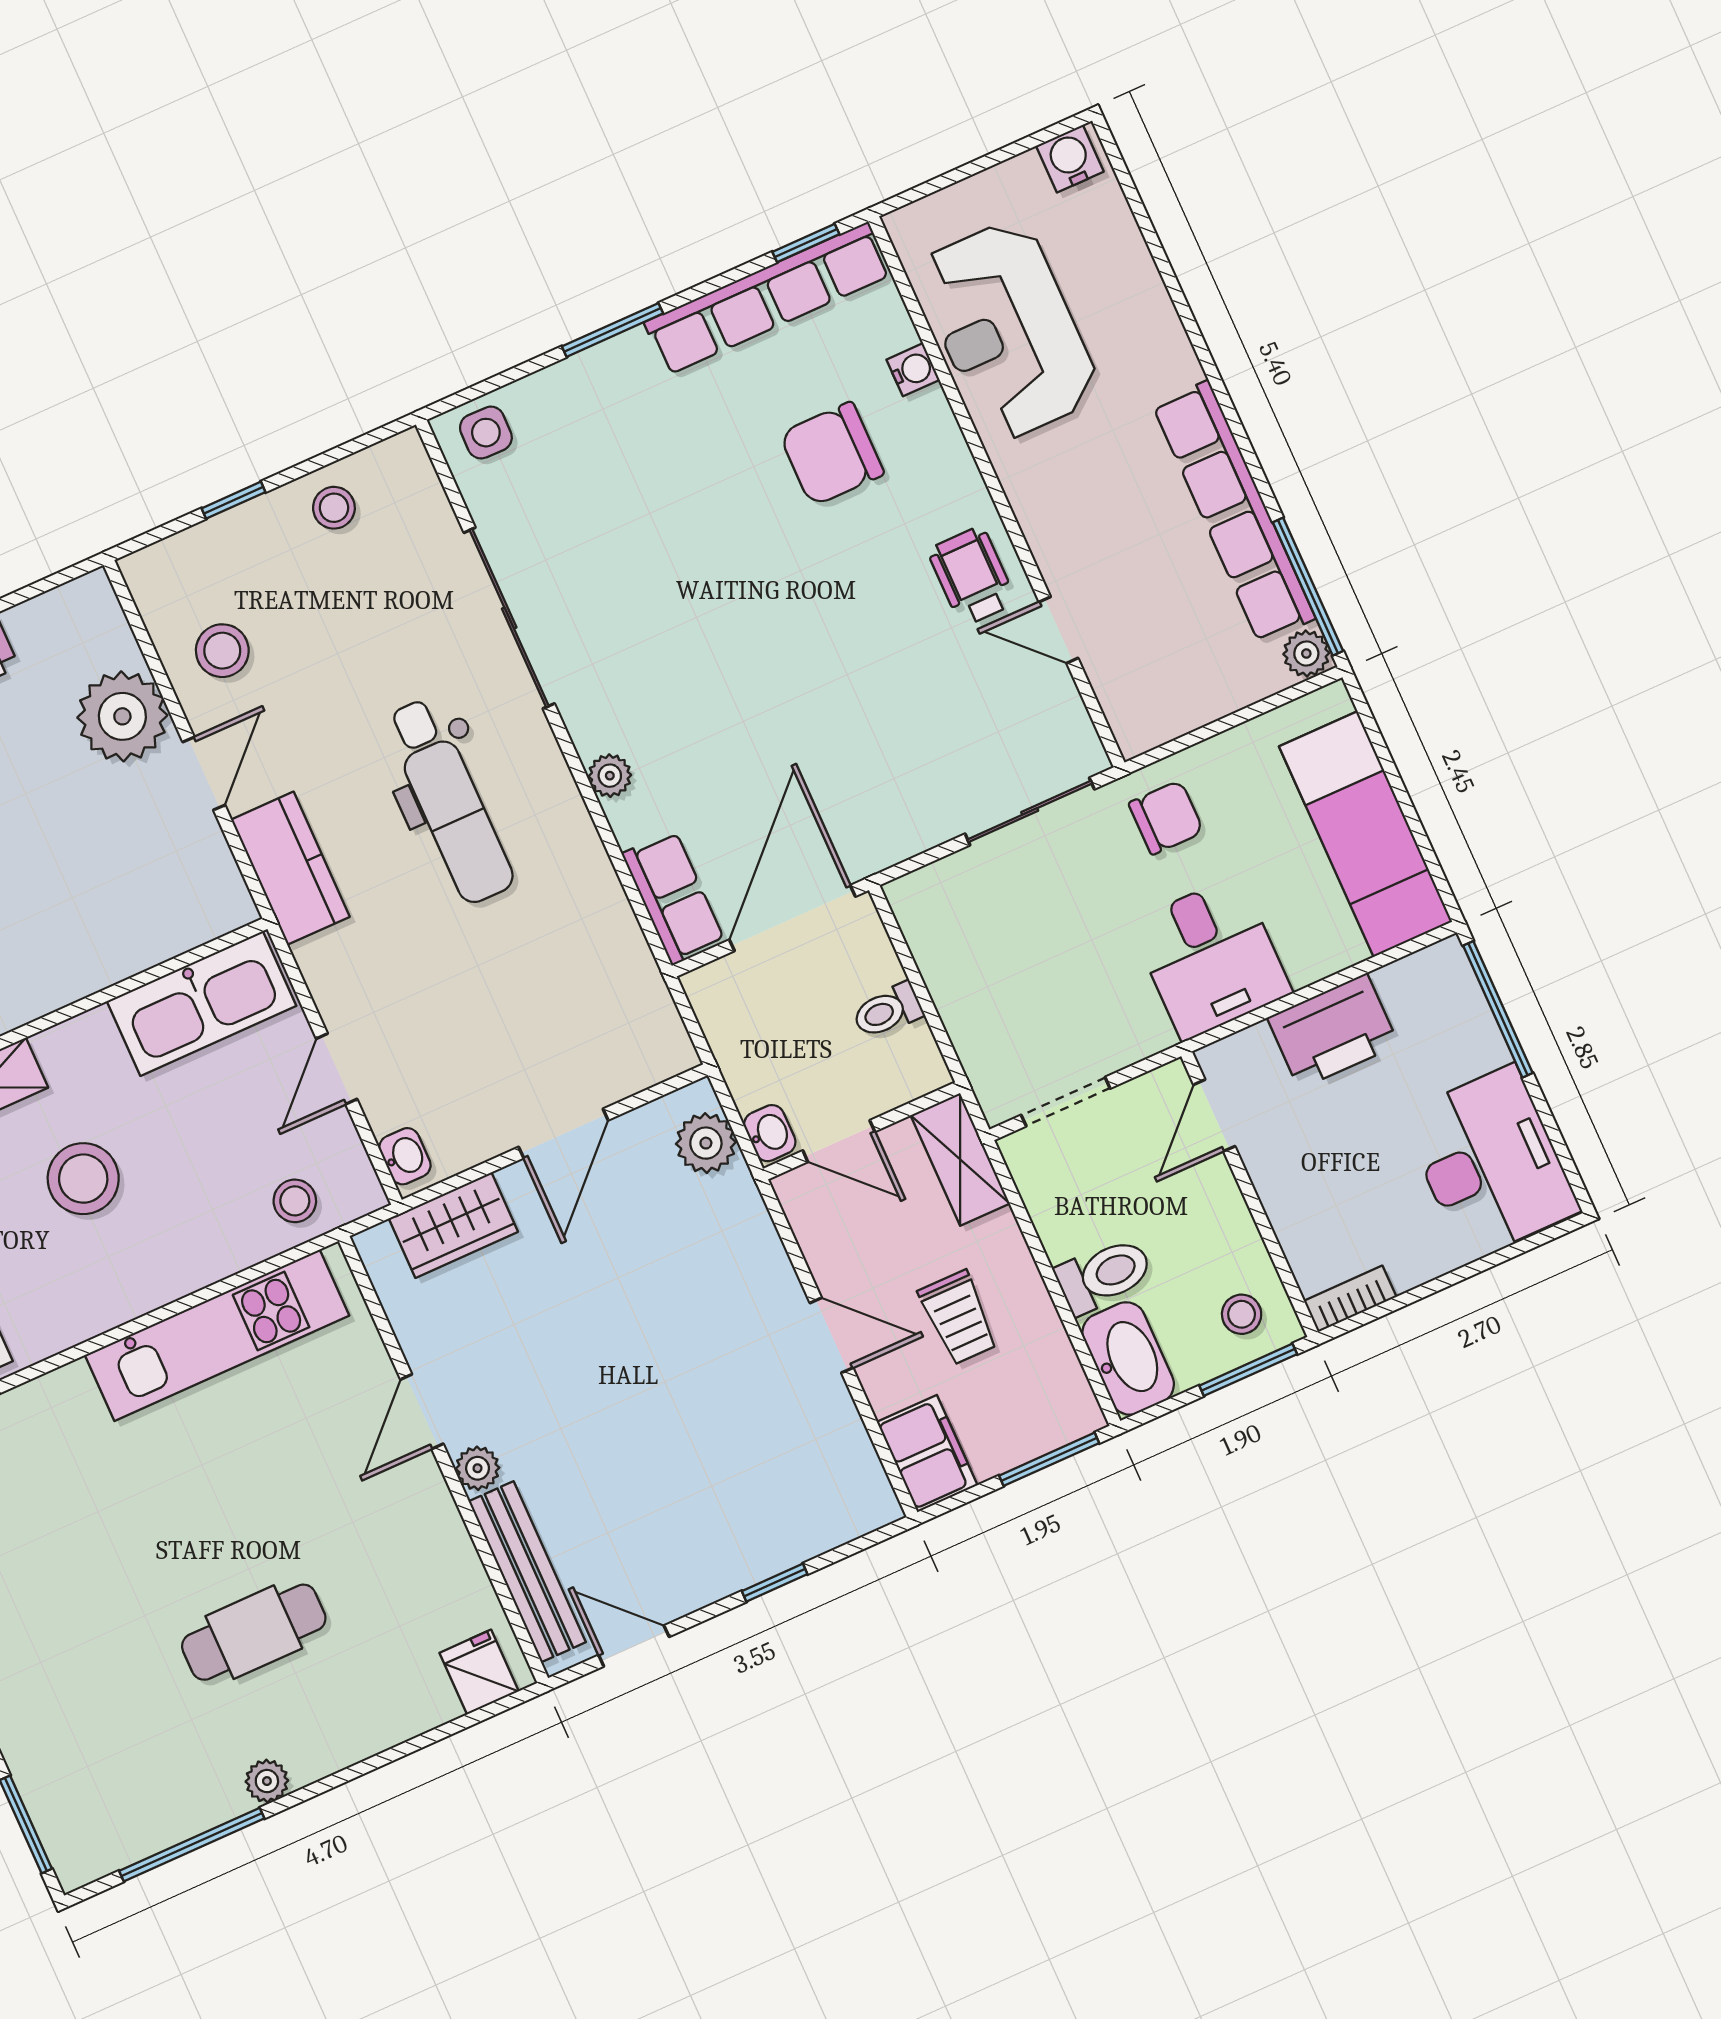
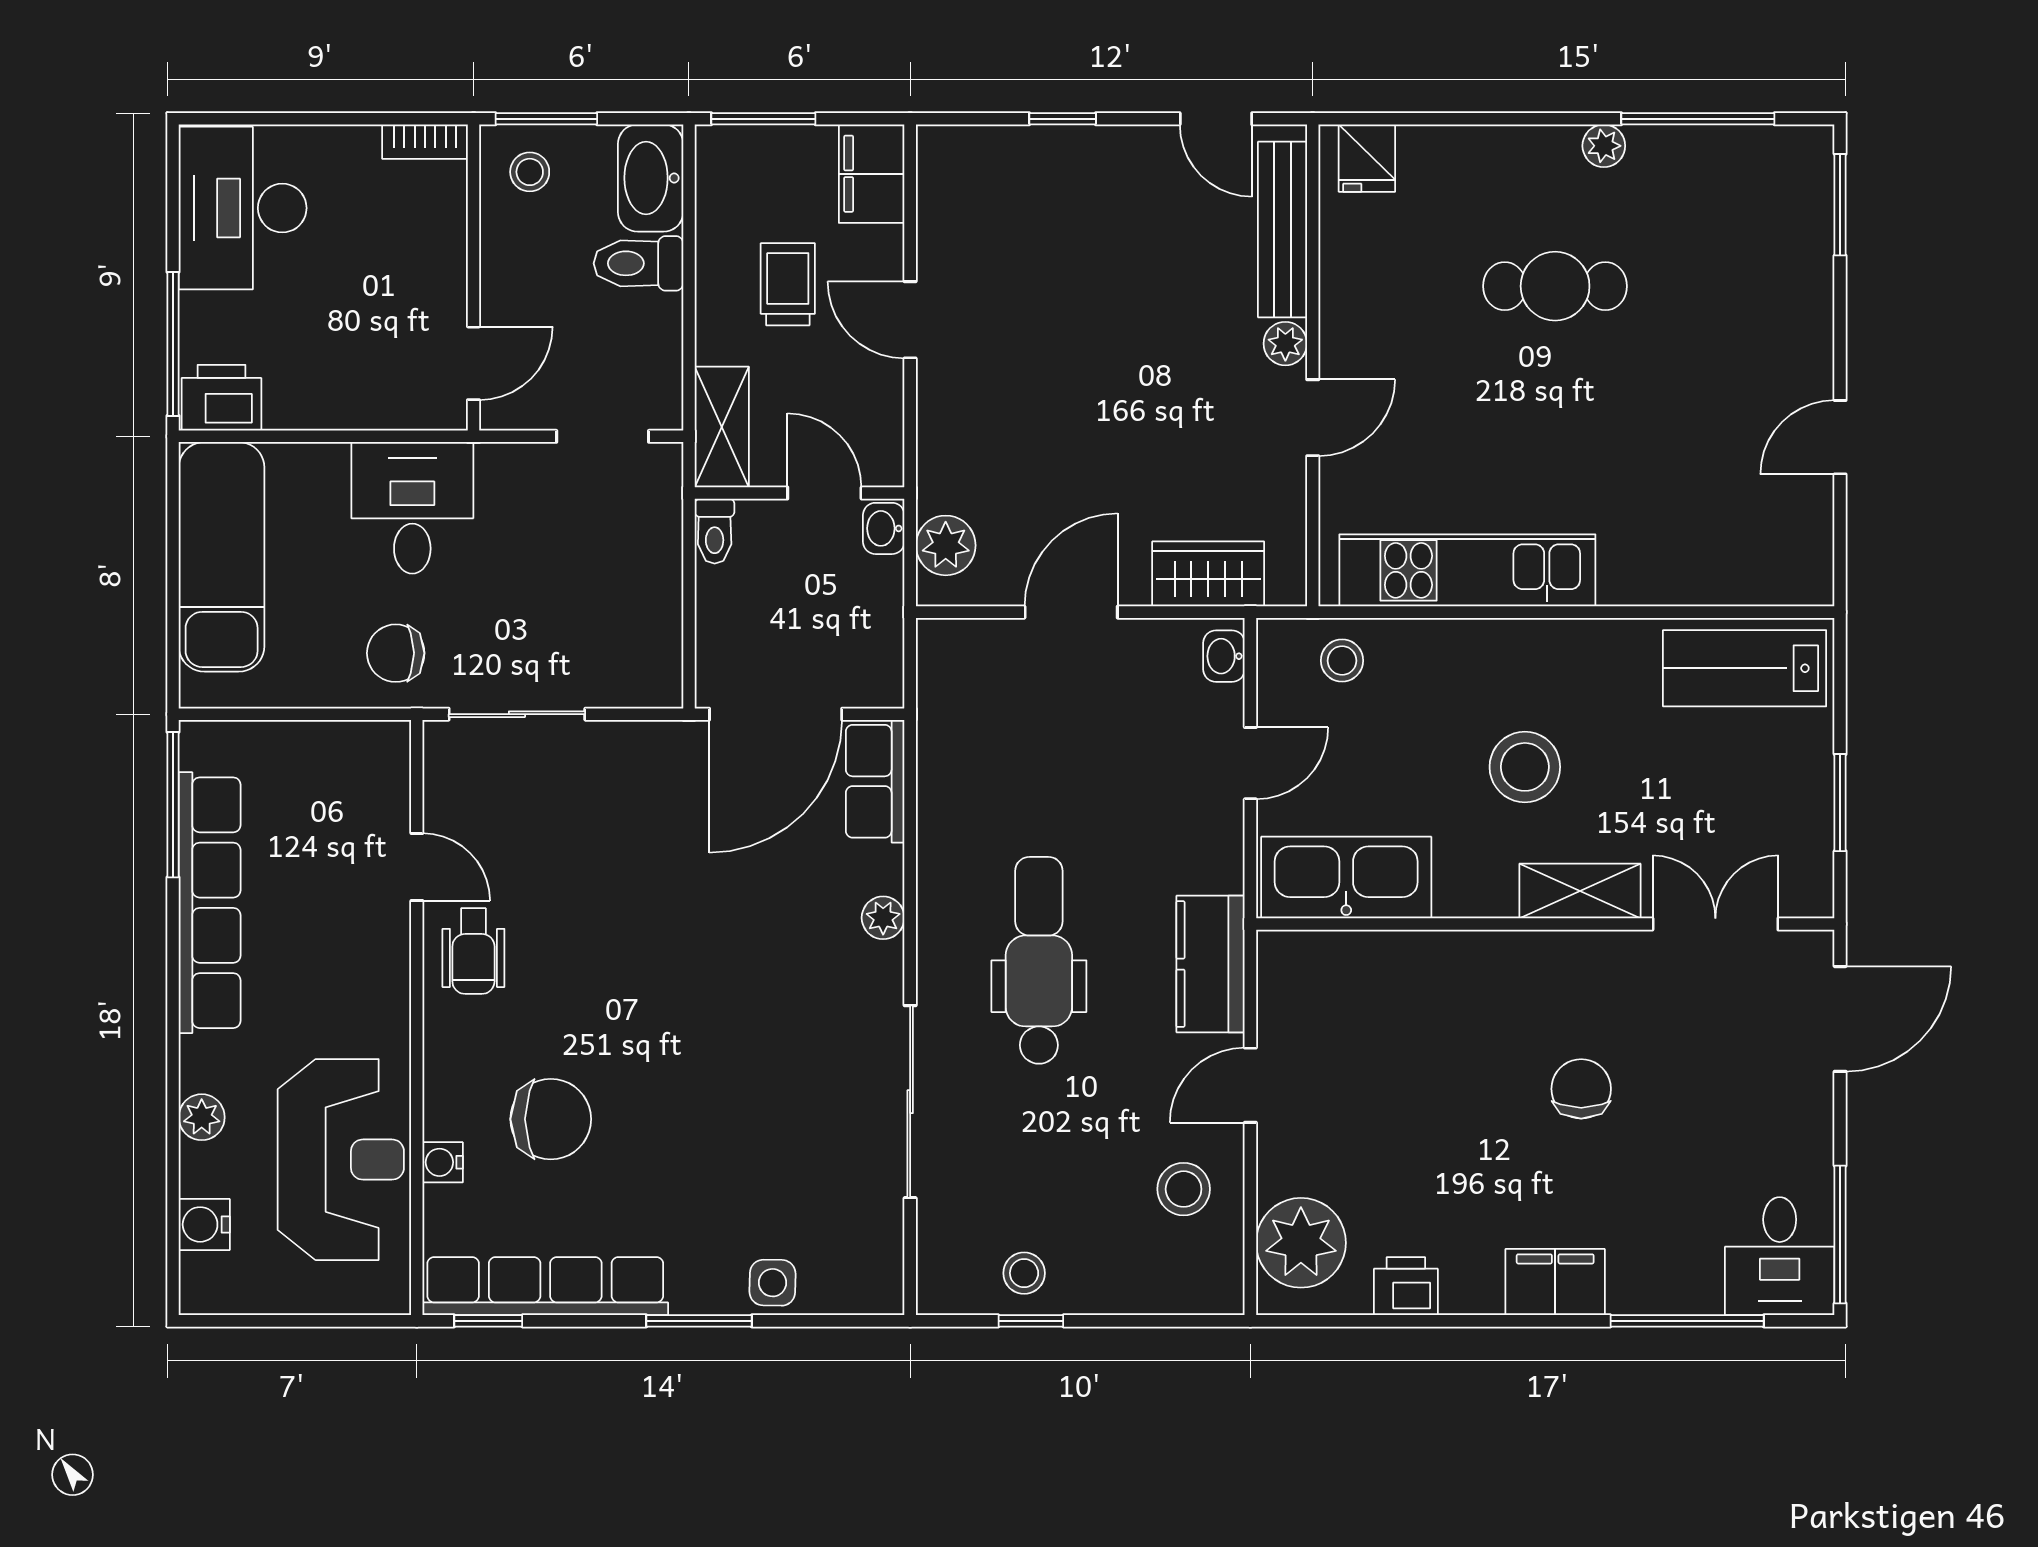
water cooler: (1070, 159) -> (204, 1224), moved, turned 90
side table: (486, 433) -> (772, 1283), moved
window: (234, 500) -> (1031, 1321), moved
plant: (1306, 654) -> (202, 1117), moved
plant: (122, 716) -> (1301, 1243), moved
toilet: (887, 1011) -> (715, 531), moved, turned 90
printer: (1333, 1031) -> (221, 398), moved, width x0.73, depth x0.84

